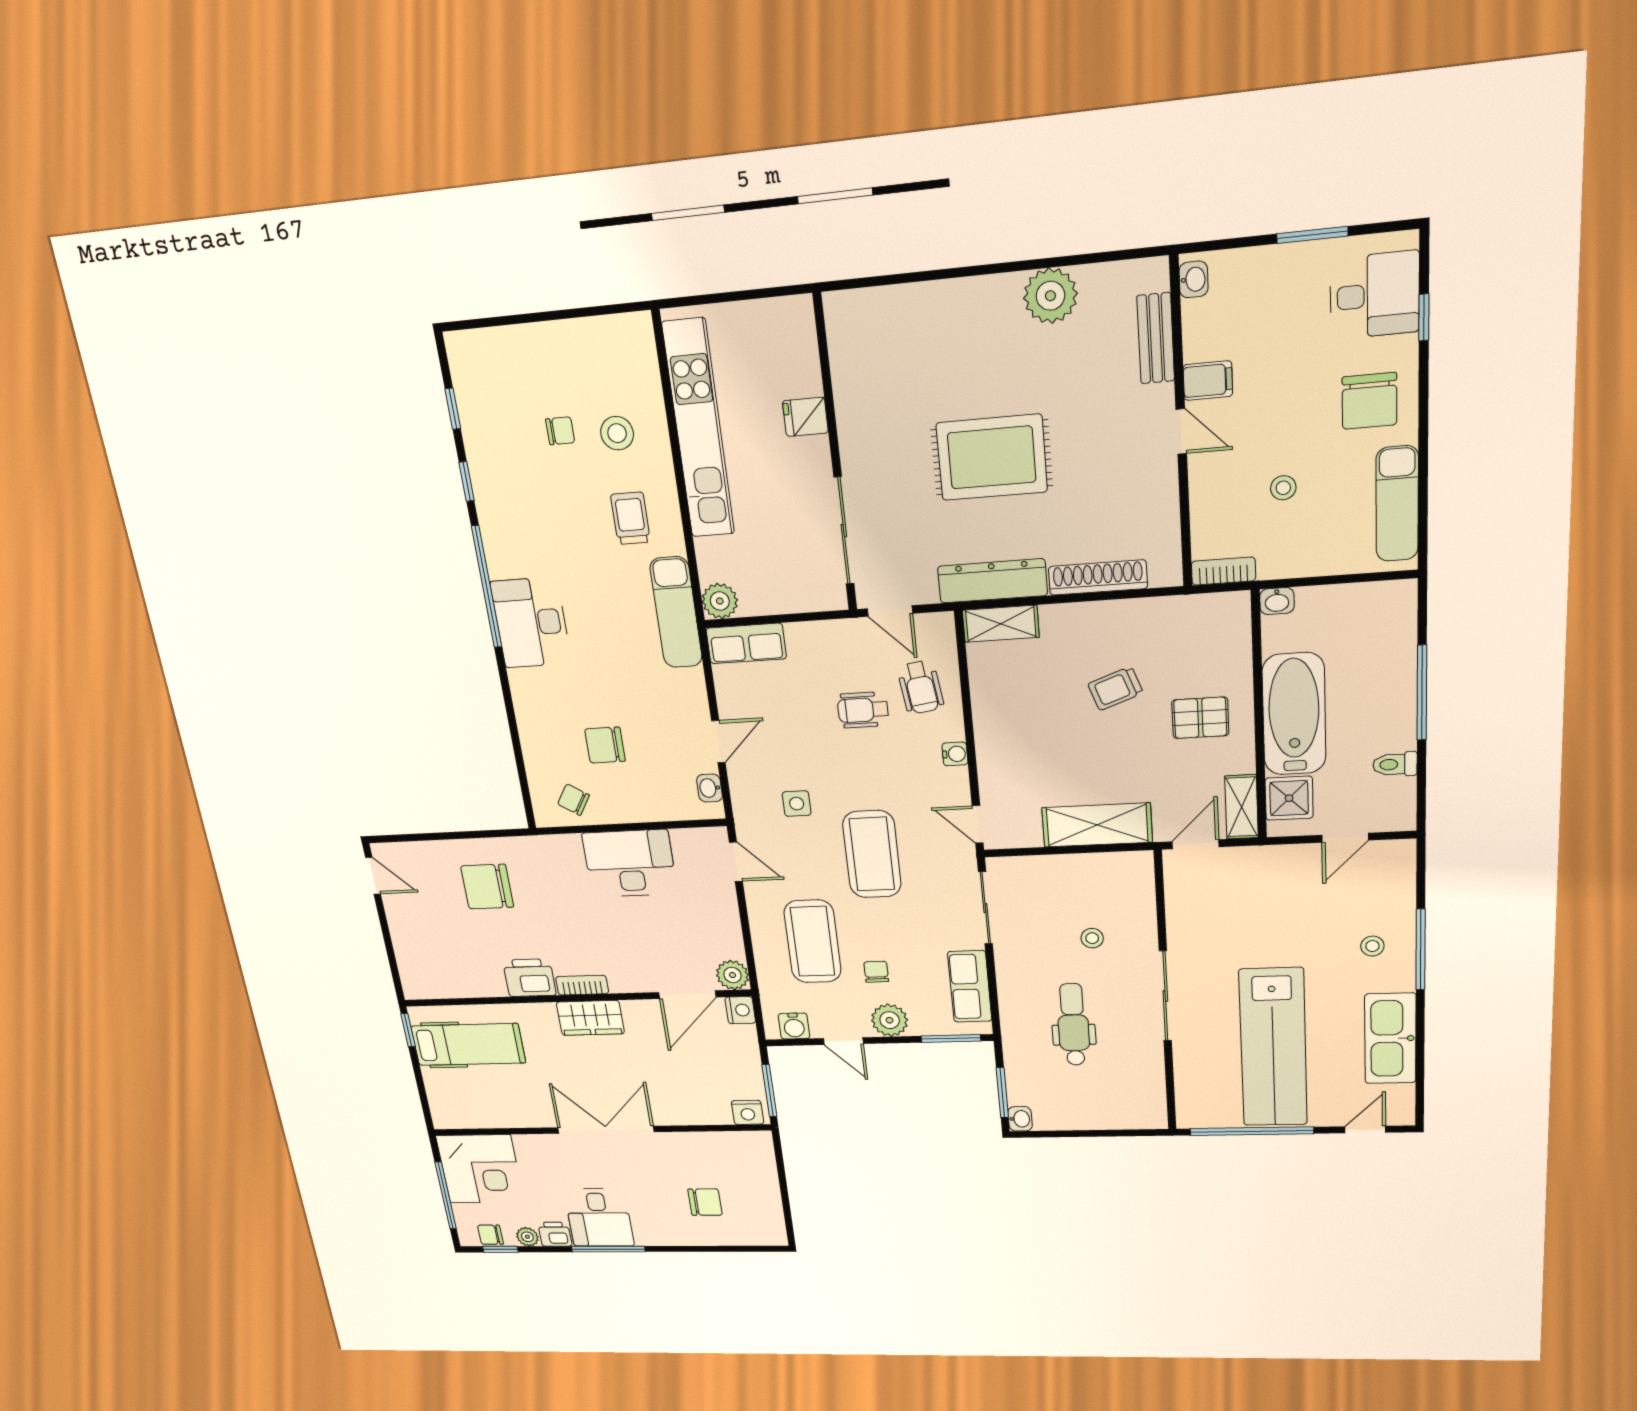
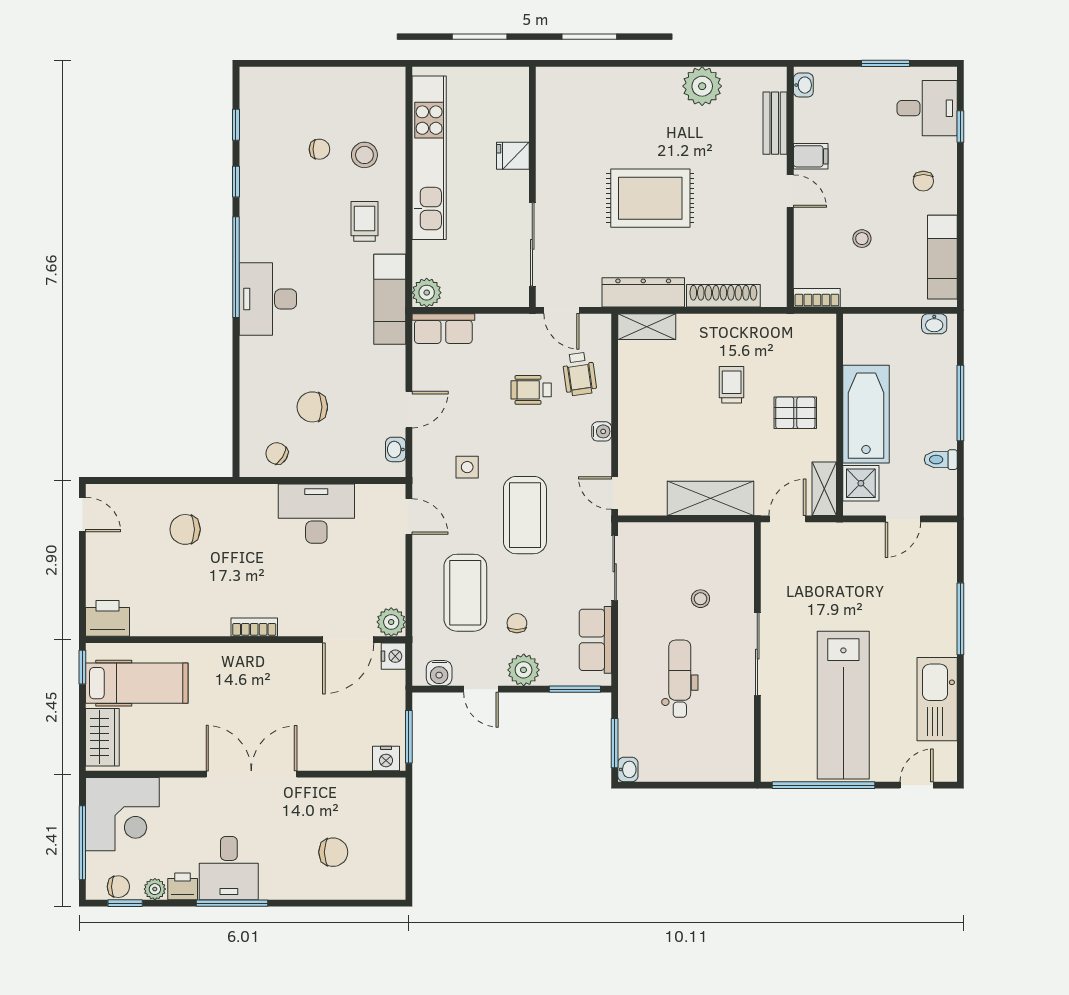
chair: (1369, 401) -> (923, 181), width x0.54, depth x0.54
washbasin: (1277, 601) -> (934, 324), moved
trolley: (1115, 688) -> (732, 385), turned 110
chair: (487, 887) -> (185, 529), width x0.73, depth x0.73
stool: (1372, 946) -> (923, 614), removed
printer: (529, 978) -> (107, 618), moved
wardrobe: (590, 1018) -> (102, 737), moved, turned -90
chair: (490, 1235) -> (118, 887), turned 180

